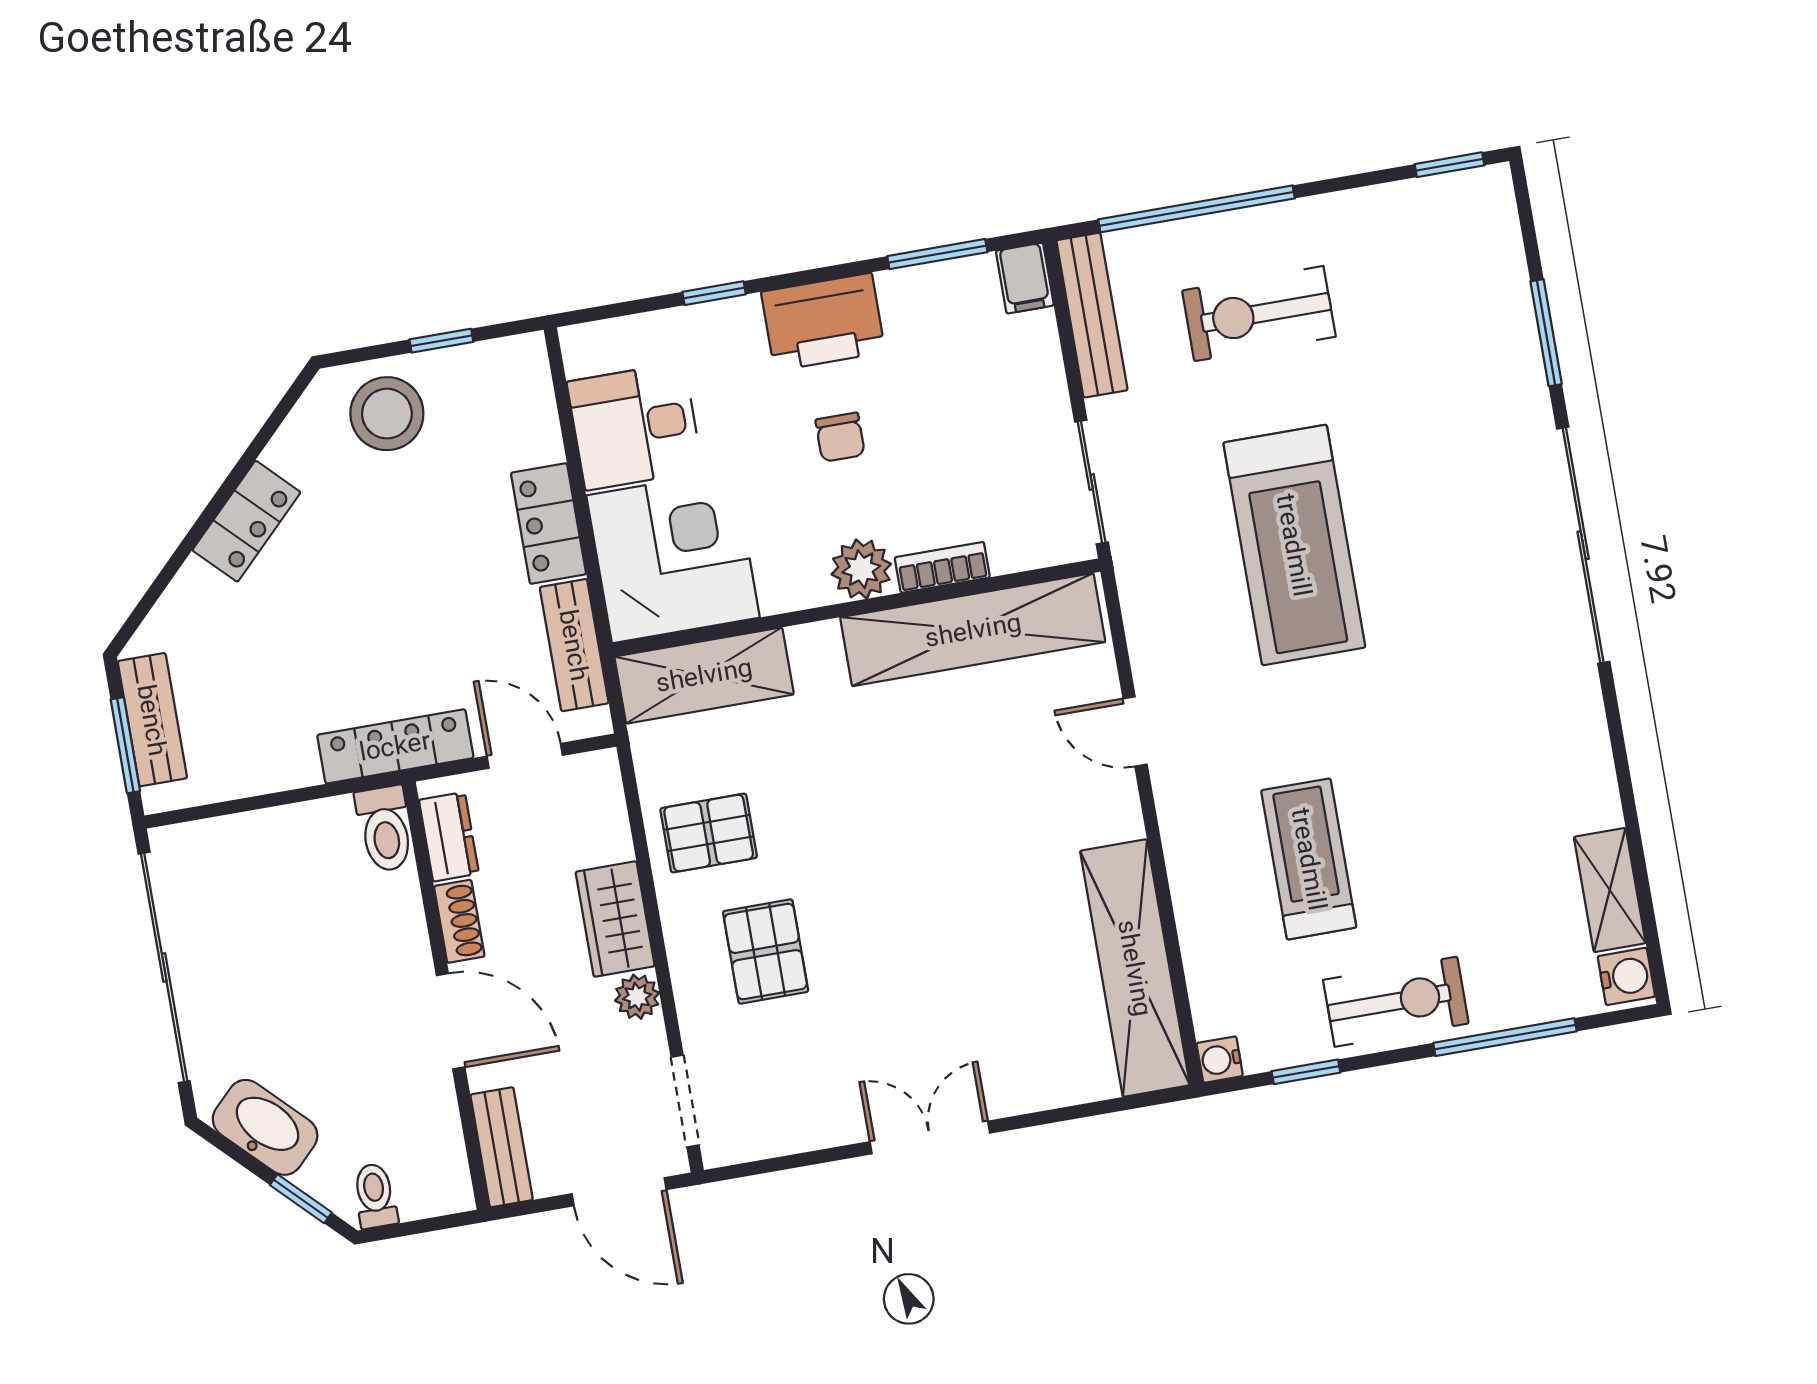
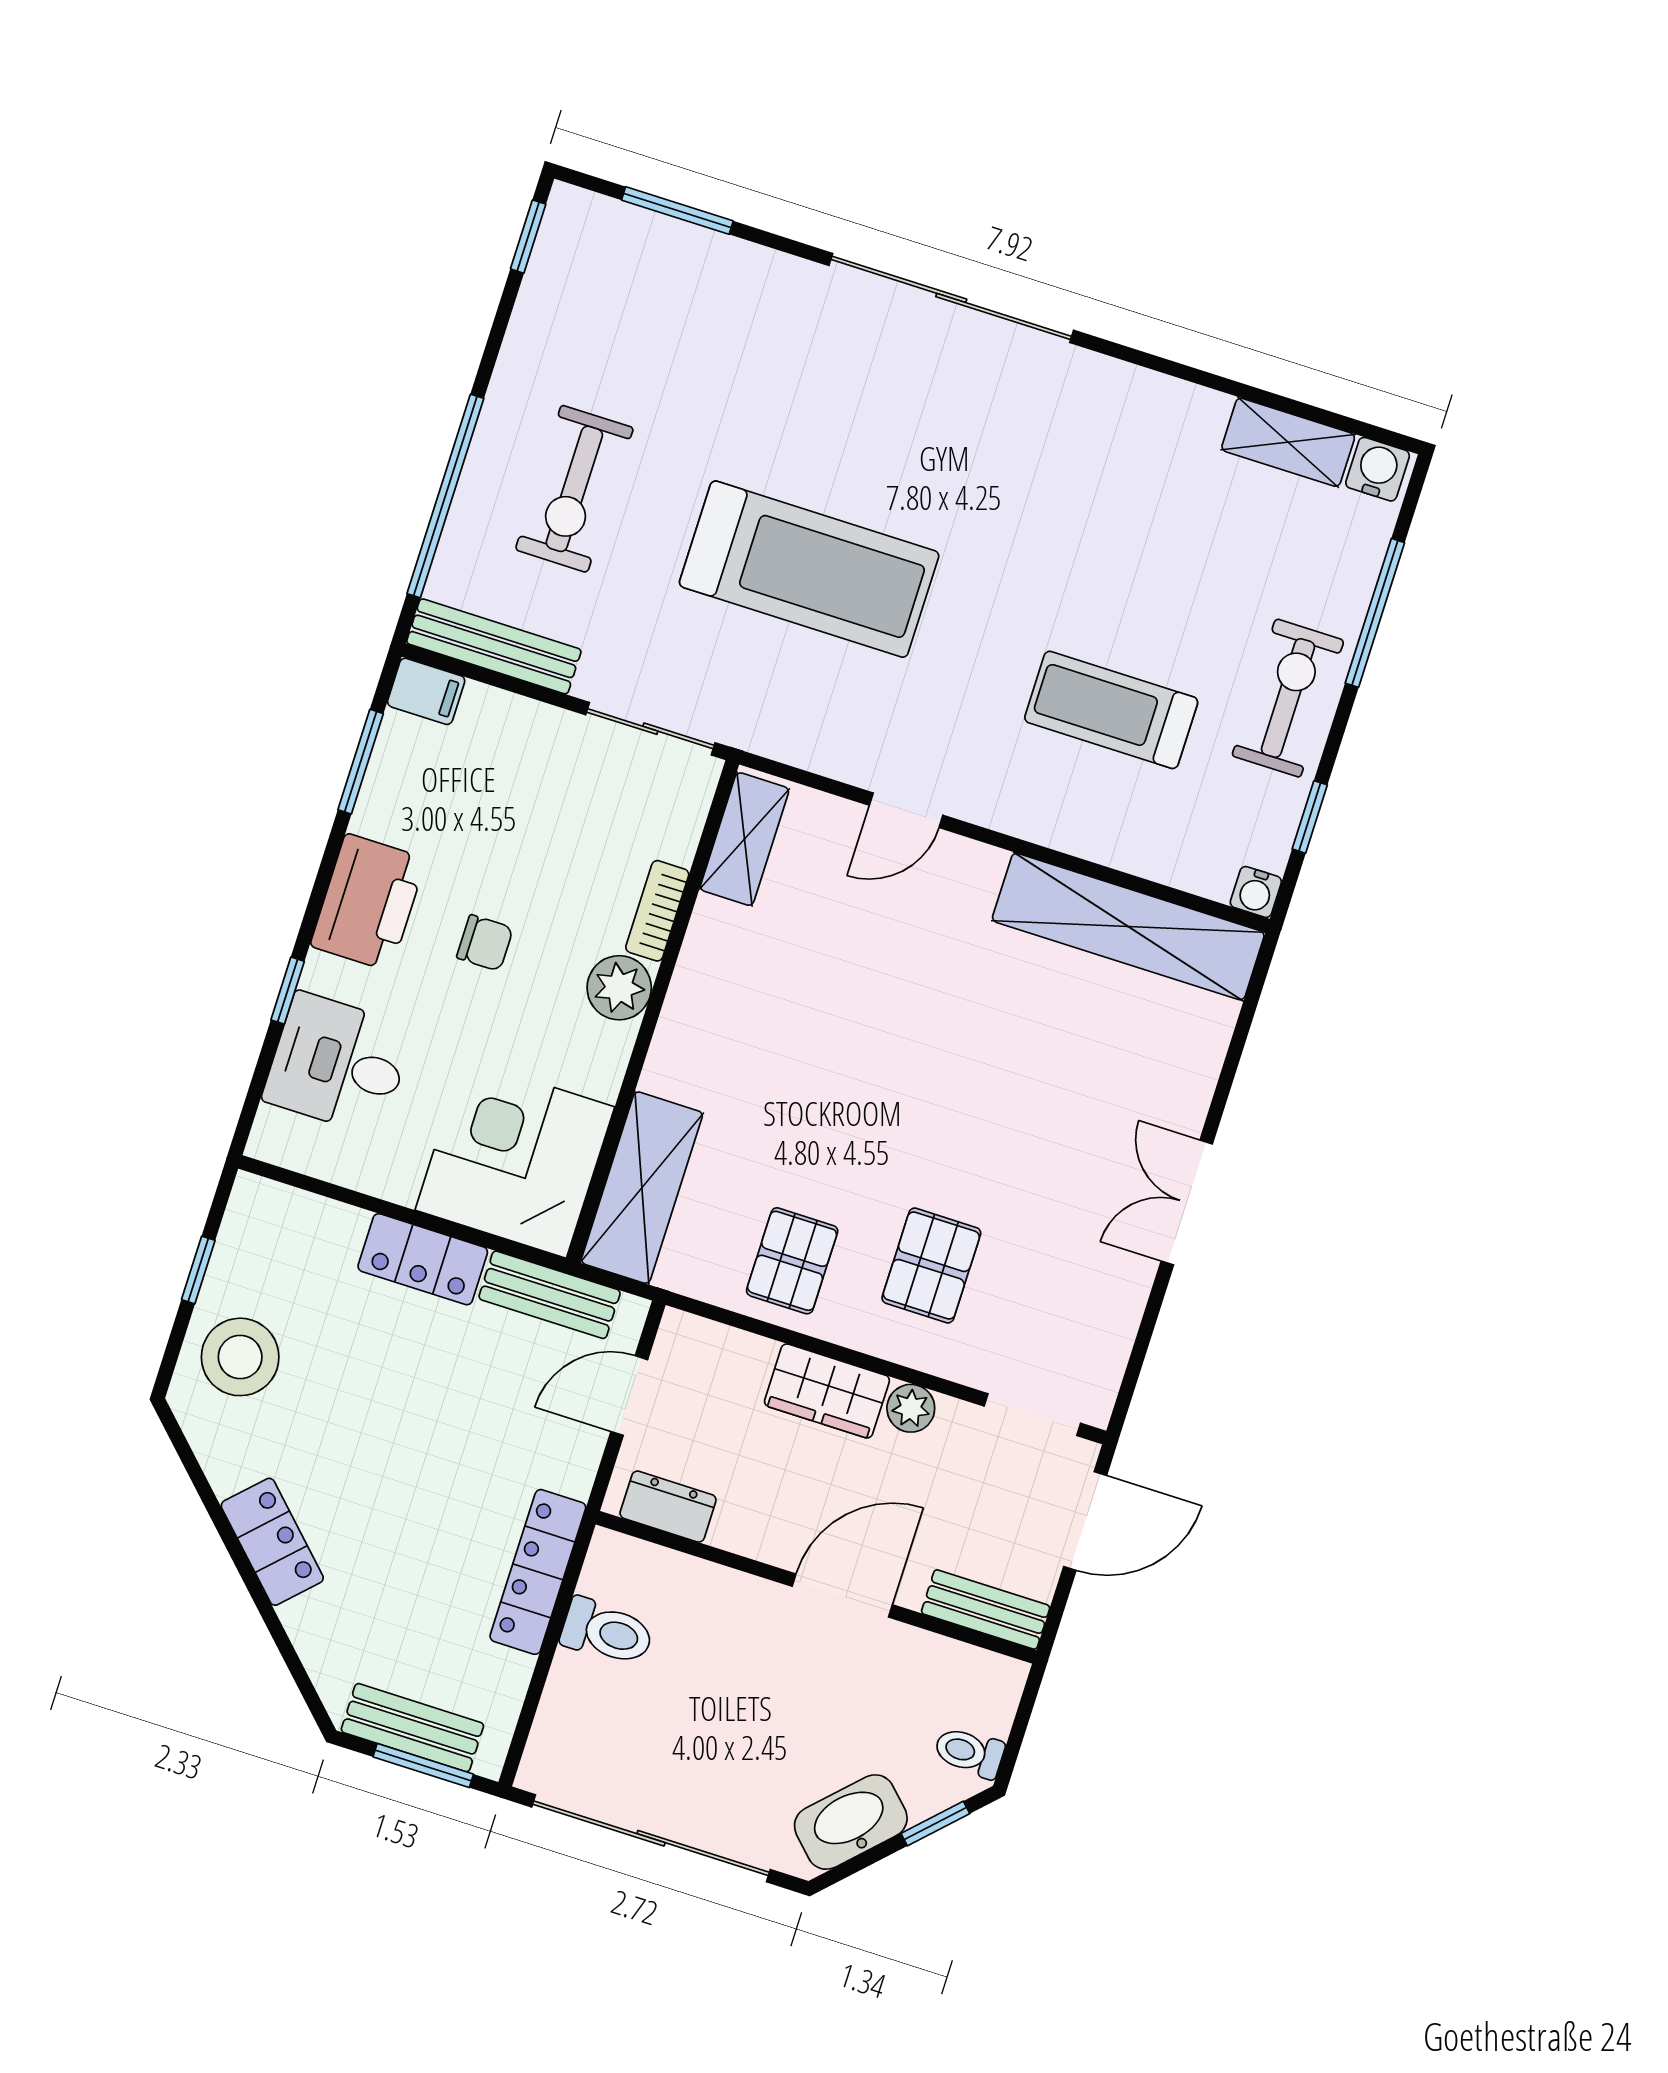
window: (1546, 333) -> (677, 211), moved
desk: (635, 426) -> (338, 1064), moved, turned 90
shelving: (973, 630) -> (745, 839), width x0.45, depth x0.75
locker: (395, 746) -> (538, 1572), moved
toilet: (385, 829) -> (607, 1632), moved
shoe rack: (459, 921) -> (753, 1538), removed
pallet: (766, 951) -> (931, 1265), turned 90

